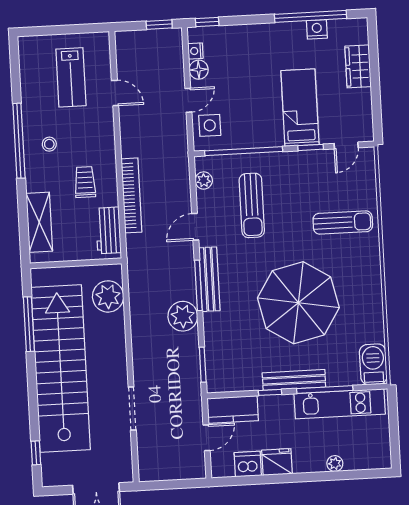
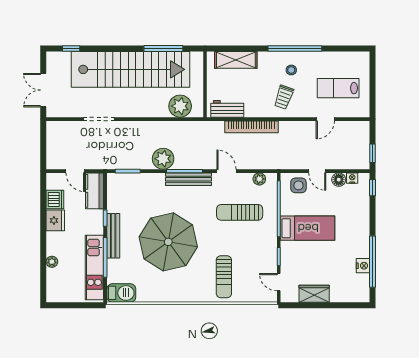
wardrobe: (358, 66) -> (314, 294), moved
bed: (300, 108) -> (308, 228), moved
trolley: (85, 182) -> (284, 97), moved, turned 109

